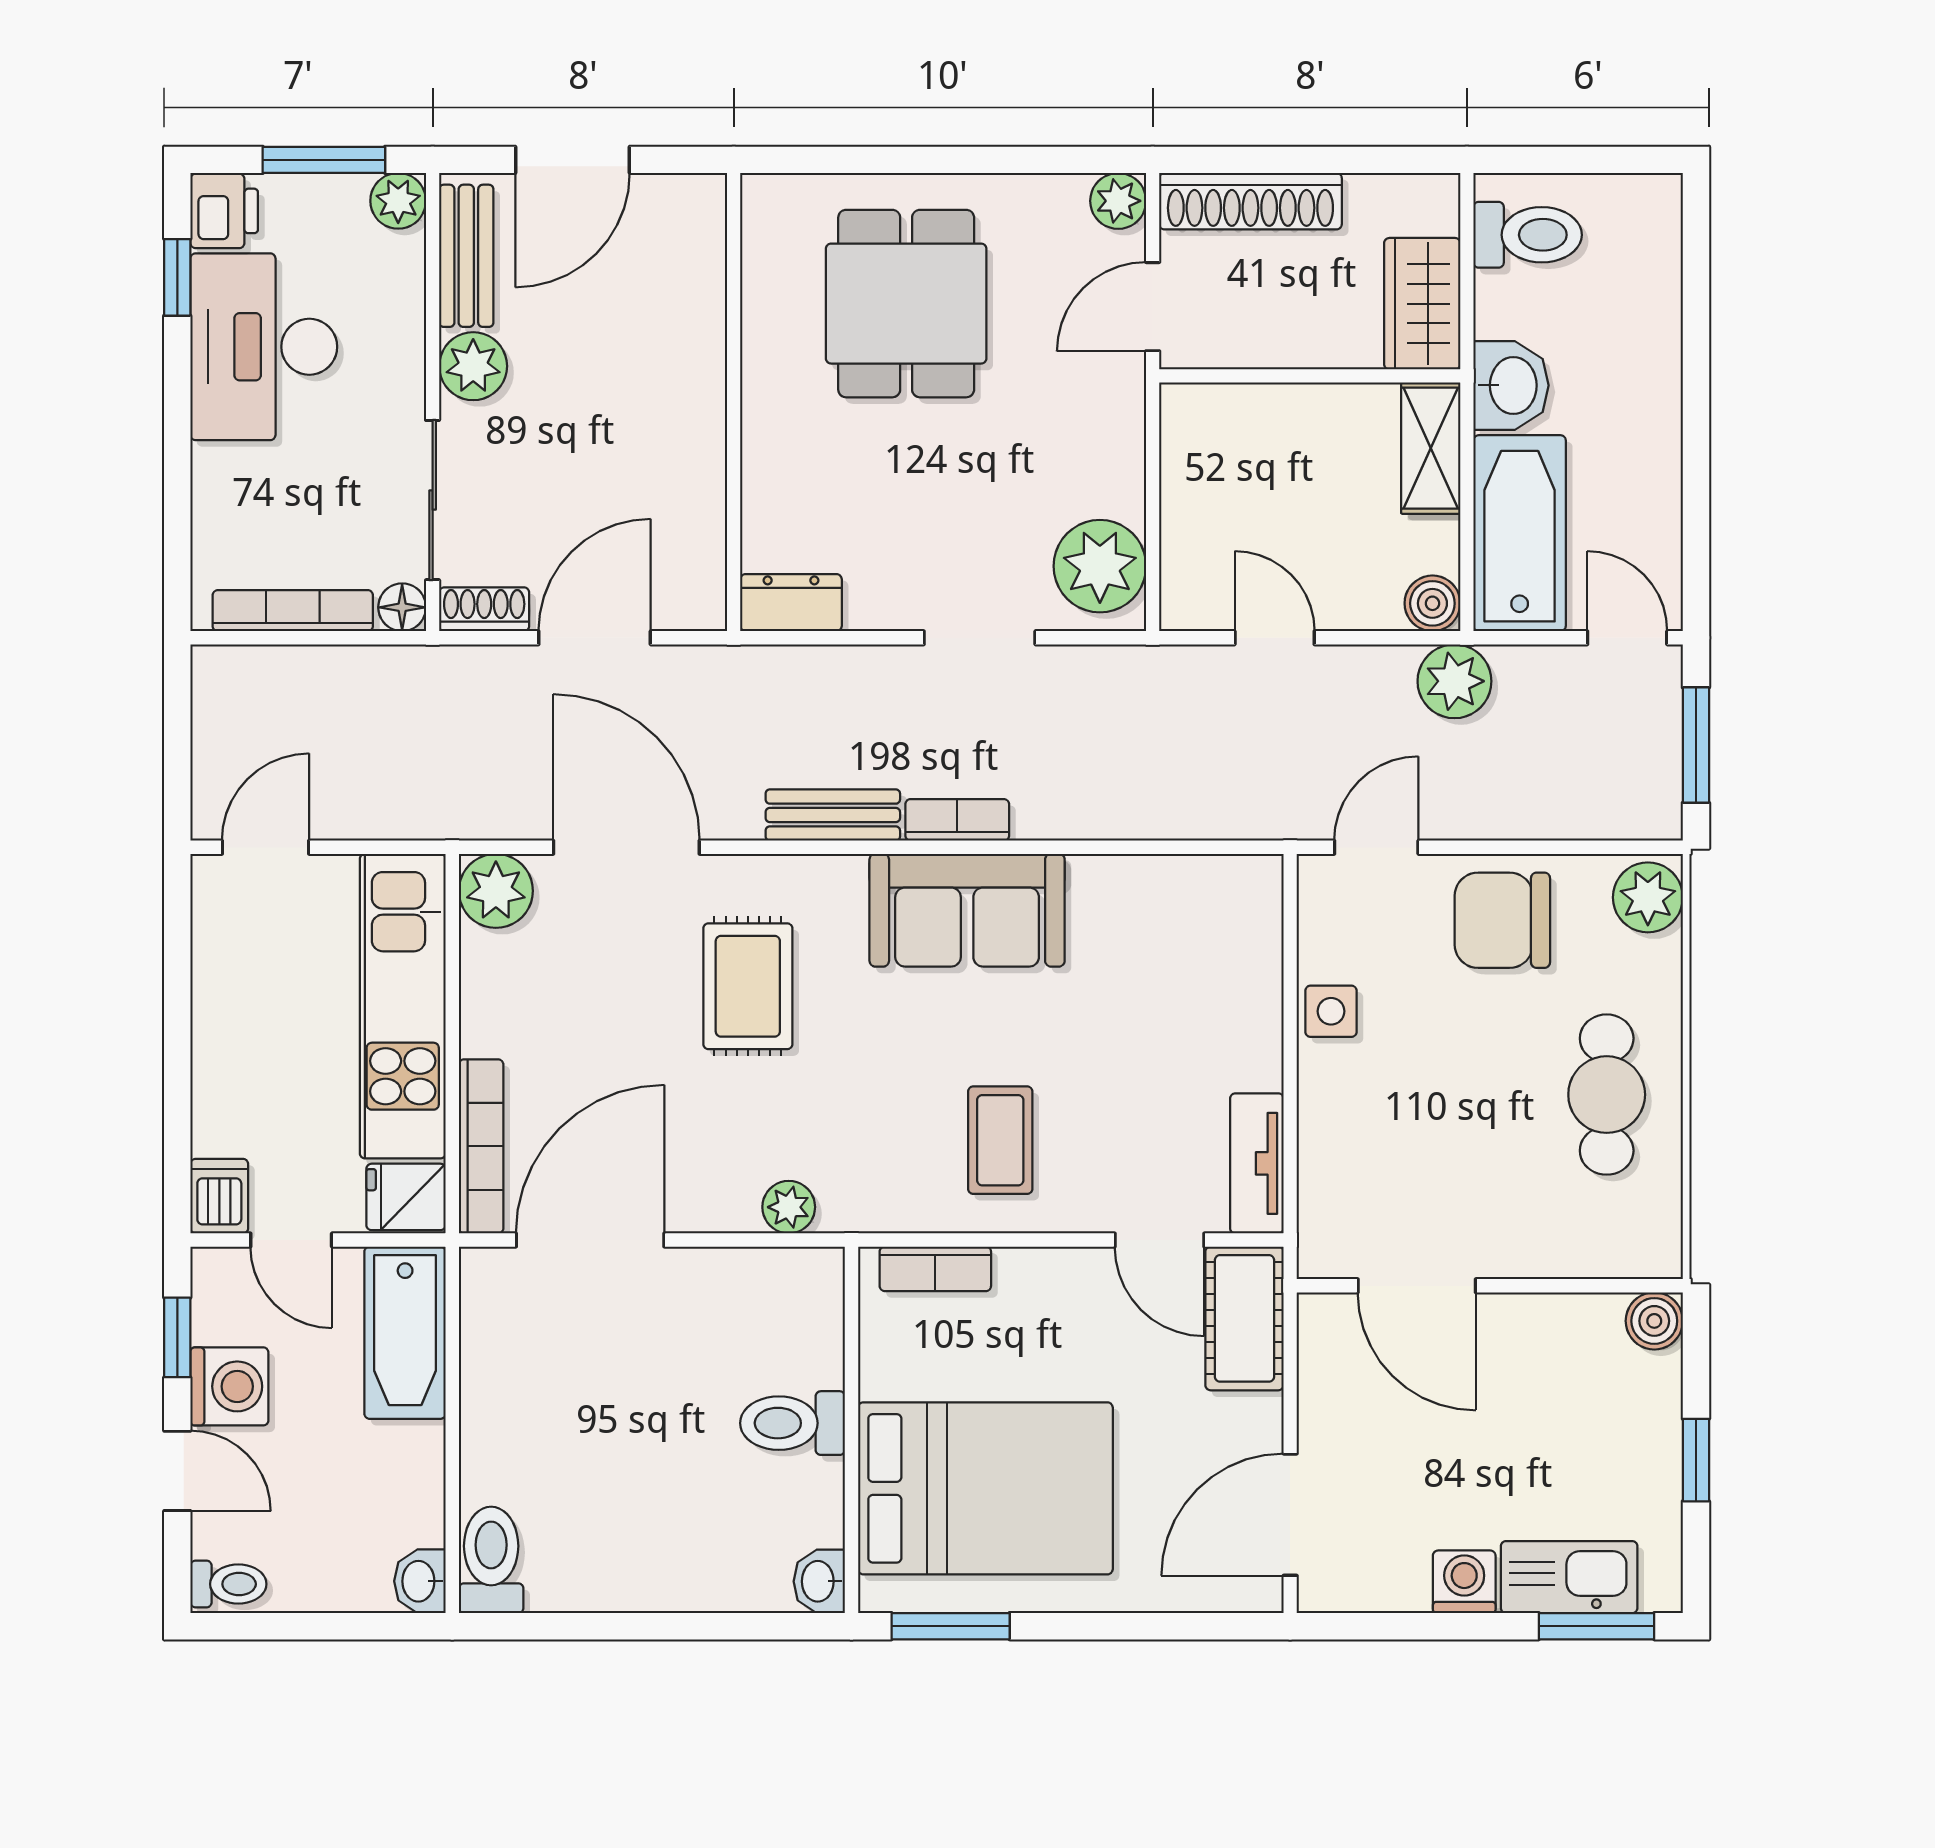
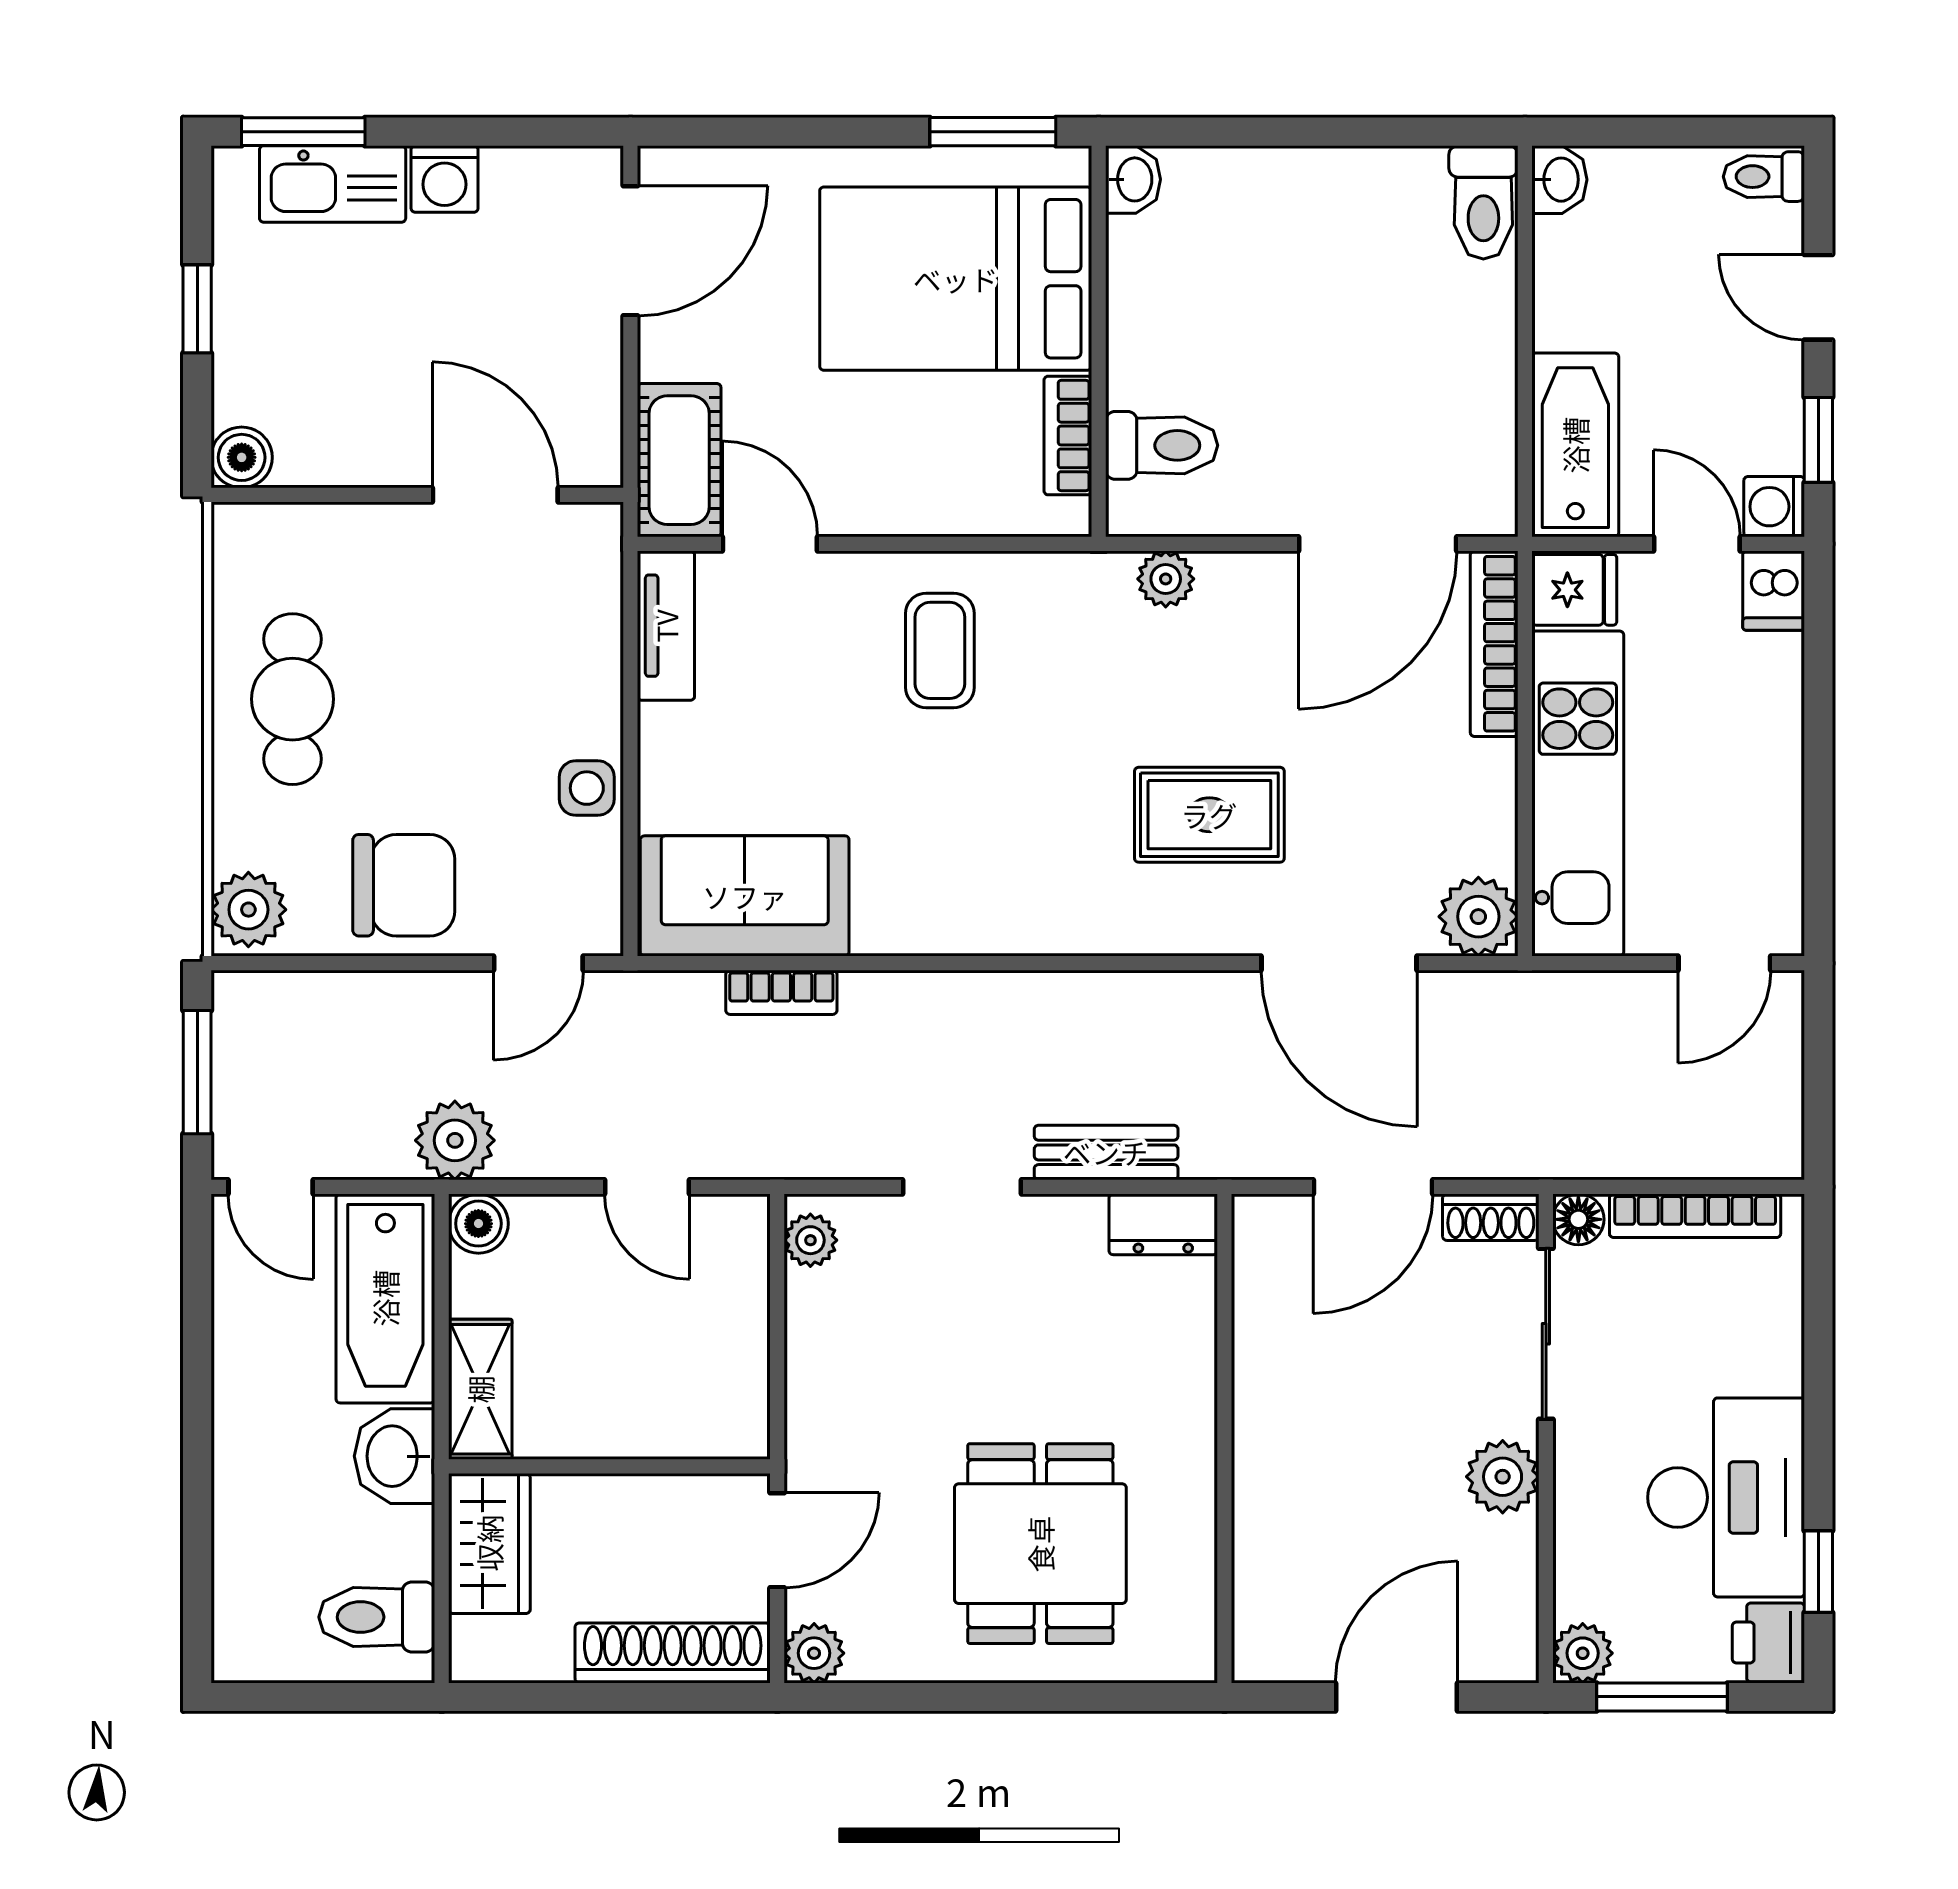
bench: (466, 256) -> (1510, 1595), removed
plant: (1100, 566) -> (810, 1240), width x0.53, depth x0.53
bench: (833, 815) -> (1106, 1152), moved
bookcase: (957, 820) -> (781, 992), moved
sofa: (967, 910) -> (745, 896), moved
rug: (748, 986) -> (1209, 815), turned 90
bookcase: (935, 1269) -> (1068, 436), moved, turned -90
washing machine: (229, 1386) -> (1774, 507), moved, width x0.73, depth x0.73
toilet: (793, 1423) -> (1162, 445), moved

